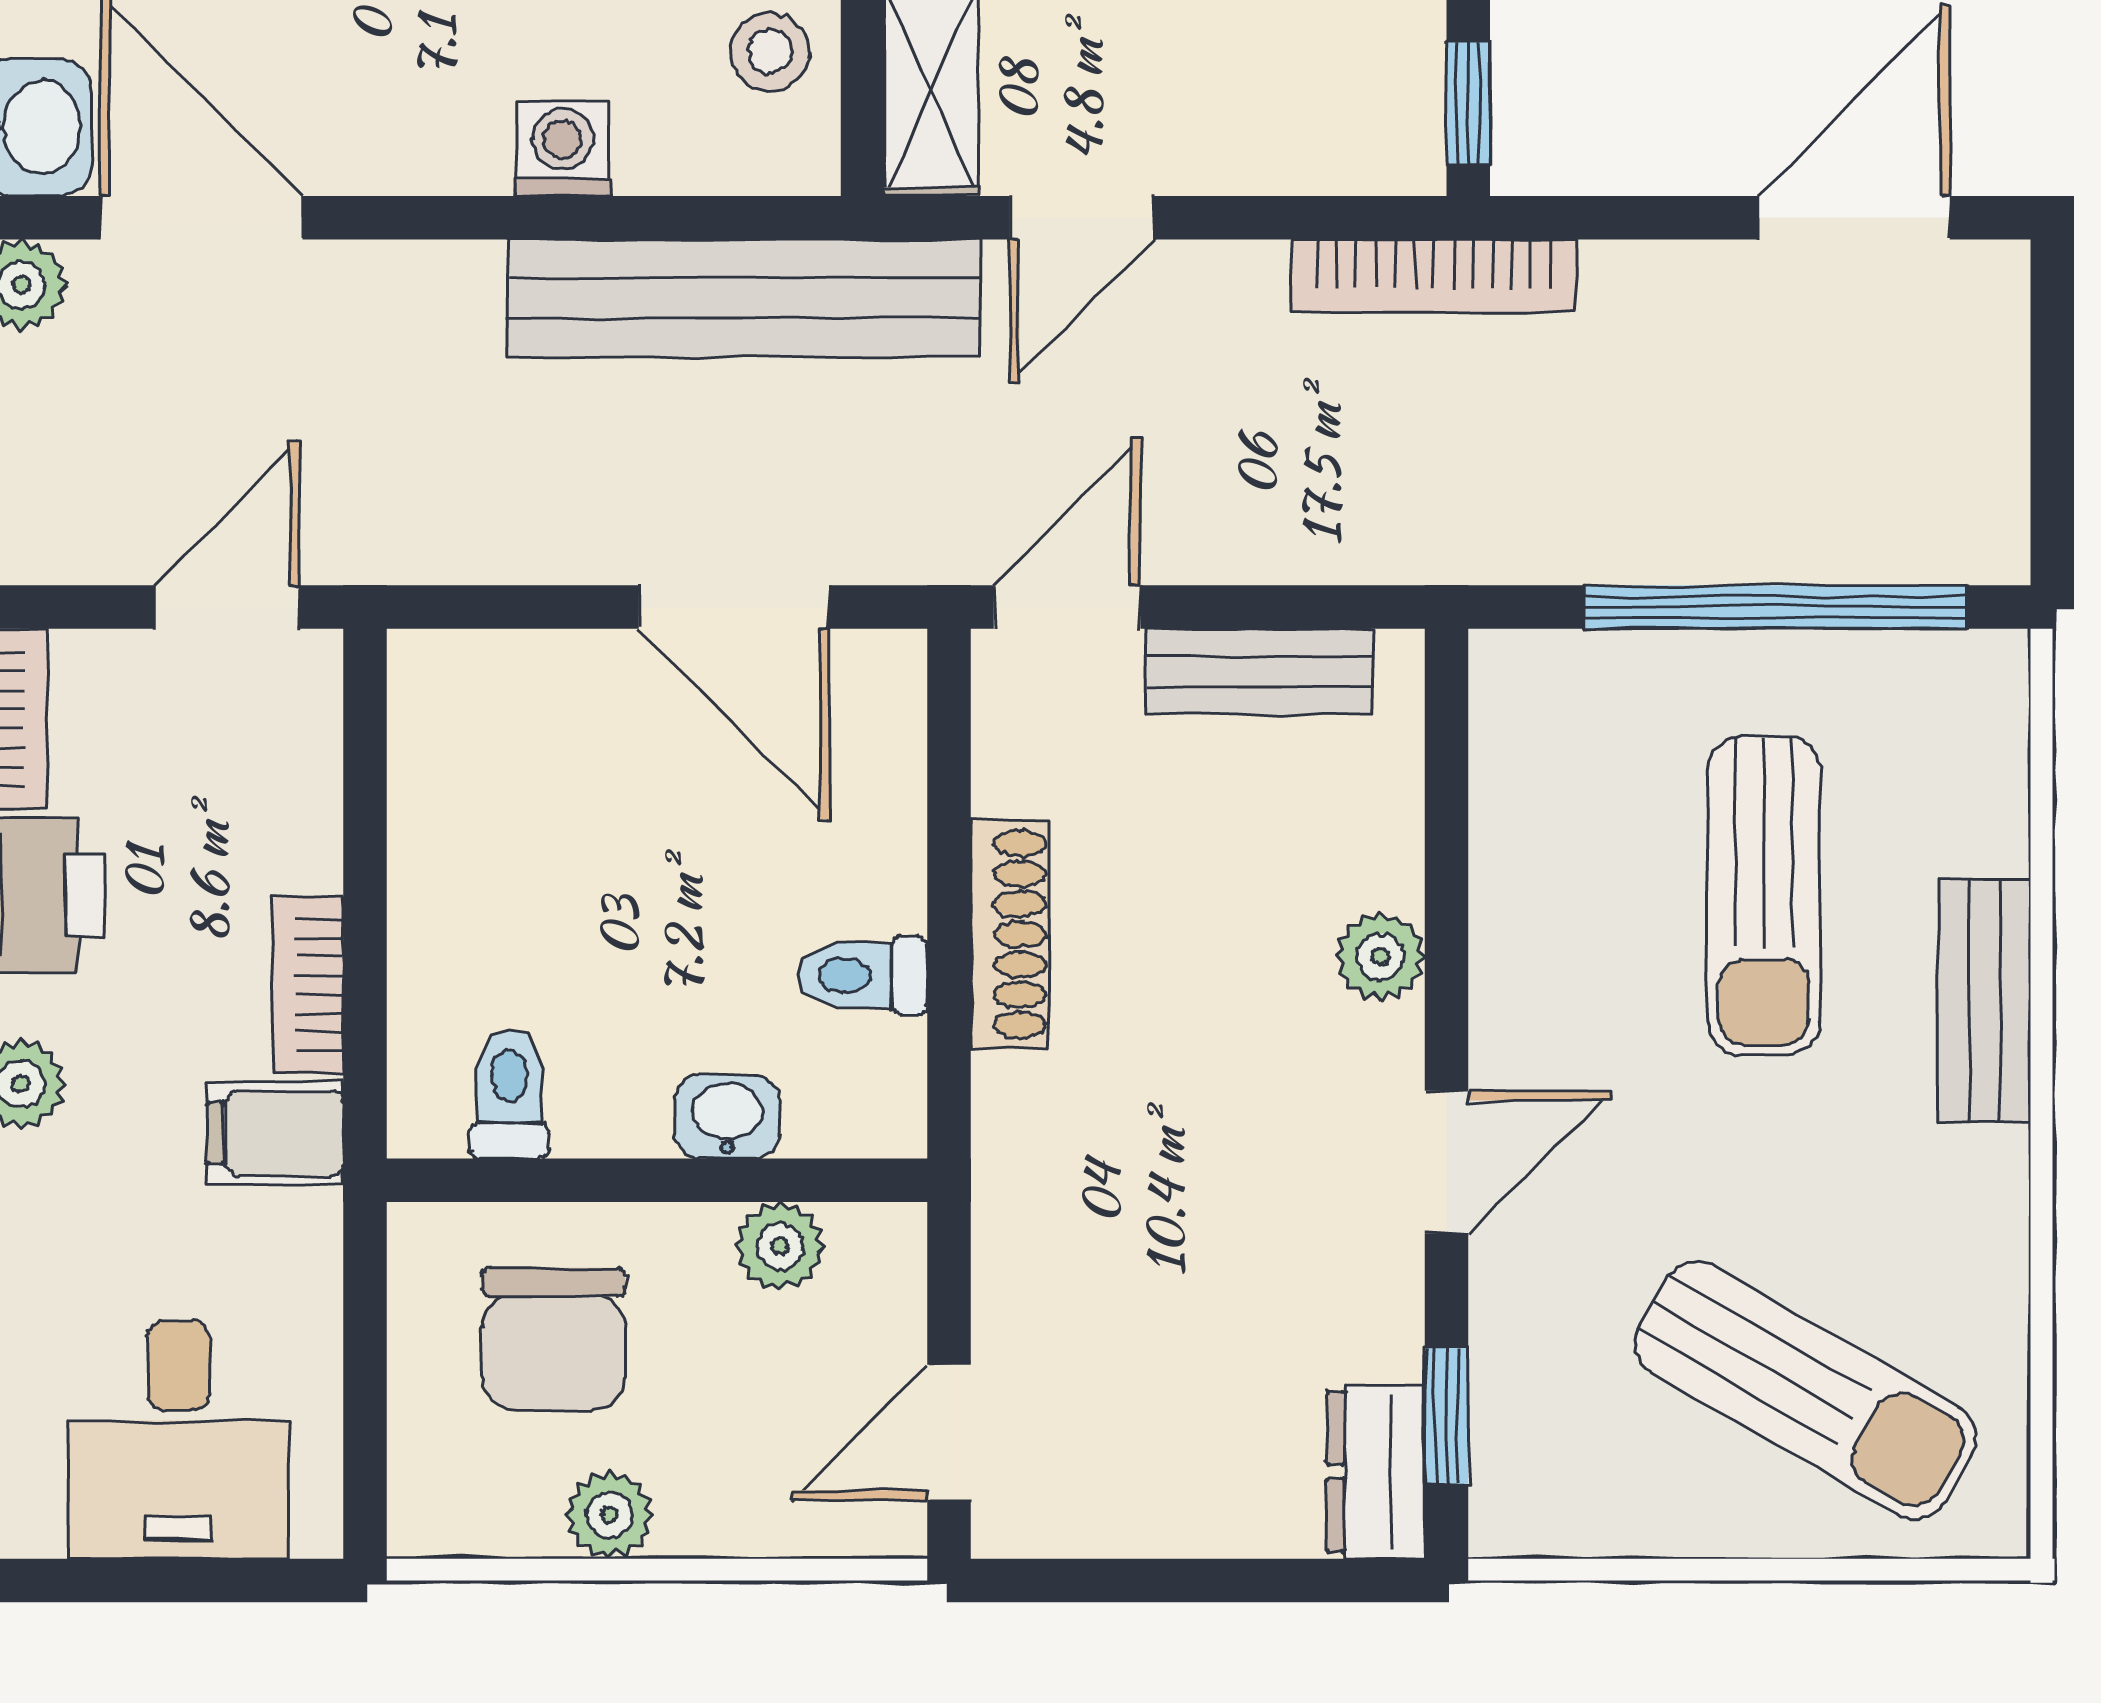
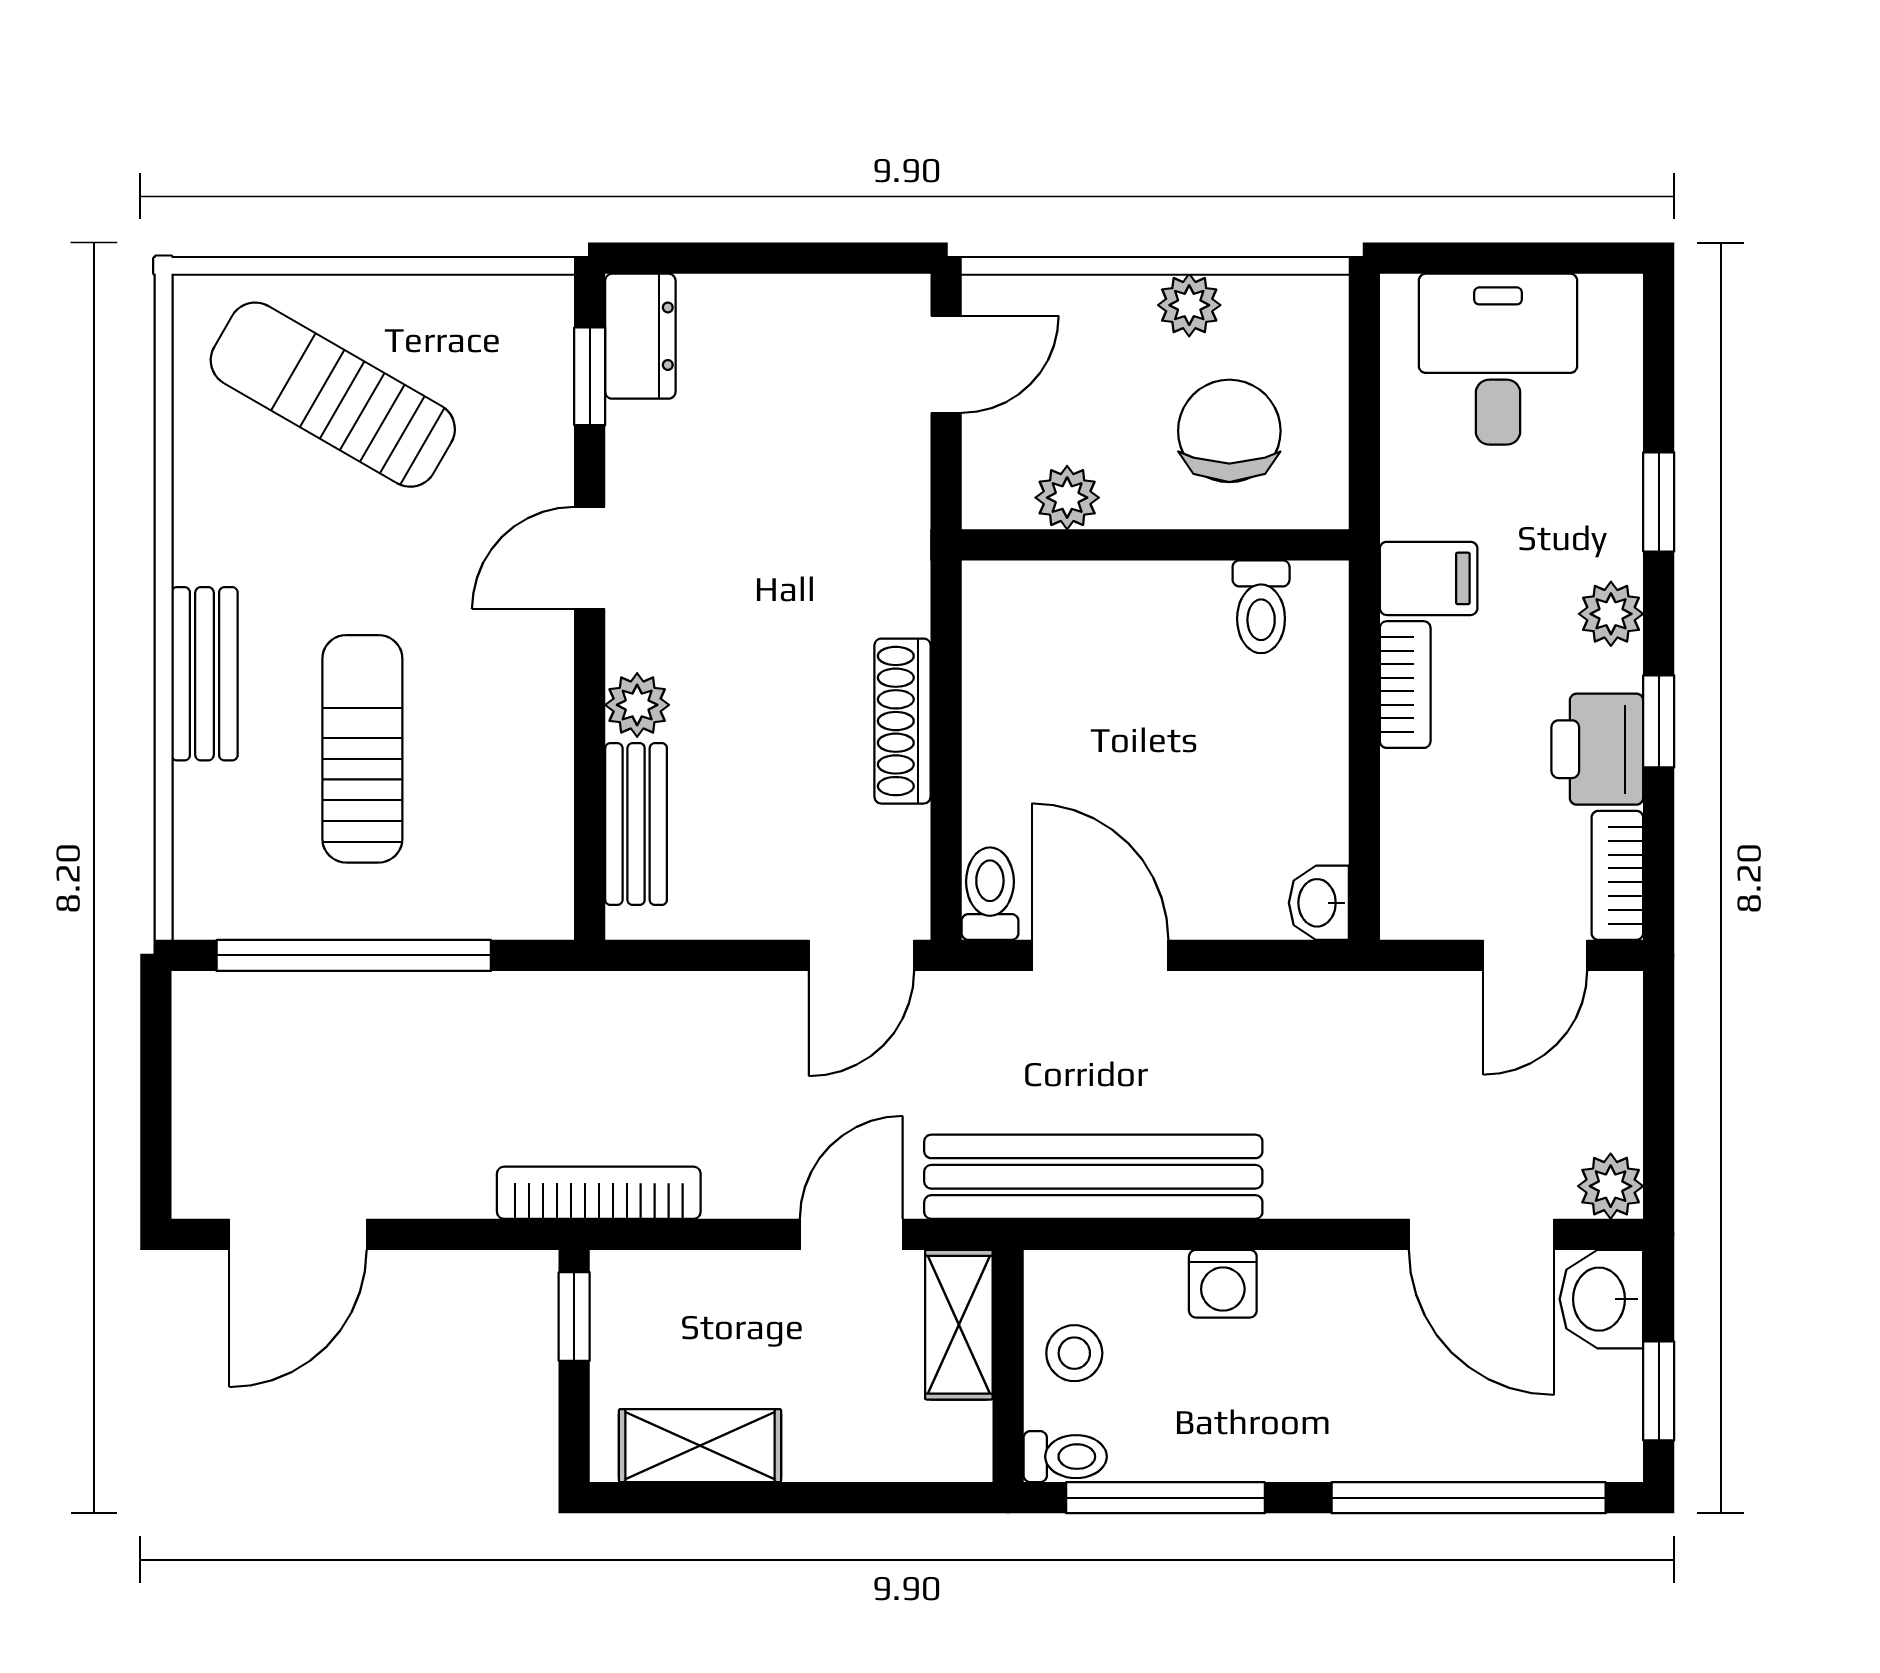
door: (227, 607) -> (1535, 955), moved
bench: (1259, 672) -> (636, 824), moved, turned 90
toilet: (863, 975) -> (990, 894), moved, turned -90
washbasin: (727, 1117) -> (1319, 903), moved, turned 90

